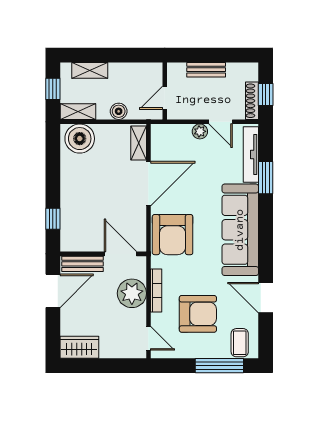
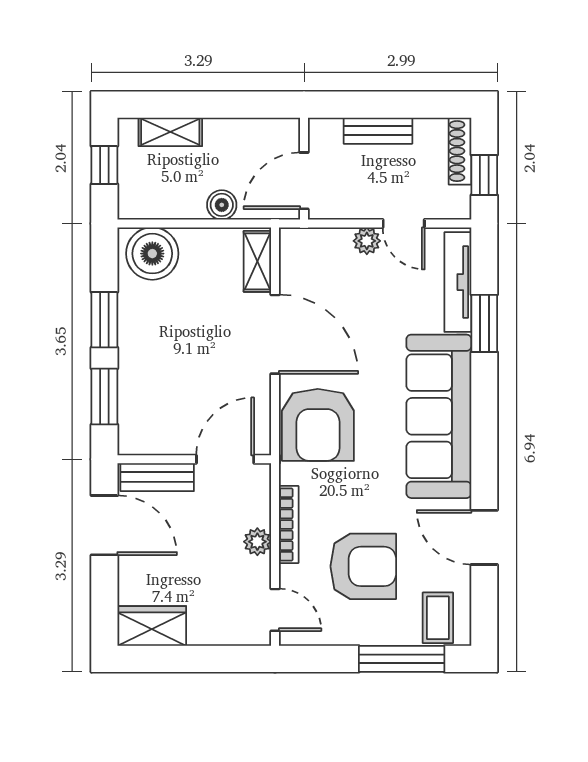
door: (165, 98) -> (304, 181), width x1.37
shoe rack: (252, 101) -> (460, 151), moved
shelving: (78, 112) -> (149, 206), removed
window: (53, 176) -> (104, 320), added
door: (148, 184) -> (275, 334), hinge flipped
window: (53, 219) -> (104, 397), width x1.50
door: (120, 254) -> (225, 459), hinge flipped
door: (53, 291) -> (104, 525), hinge flipped
plant: (132, 293) -> (257, 542), width x0.53, depth x0.53

